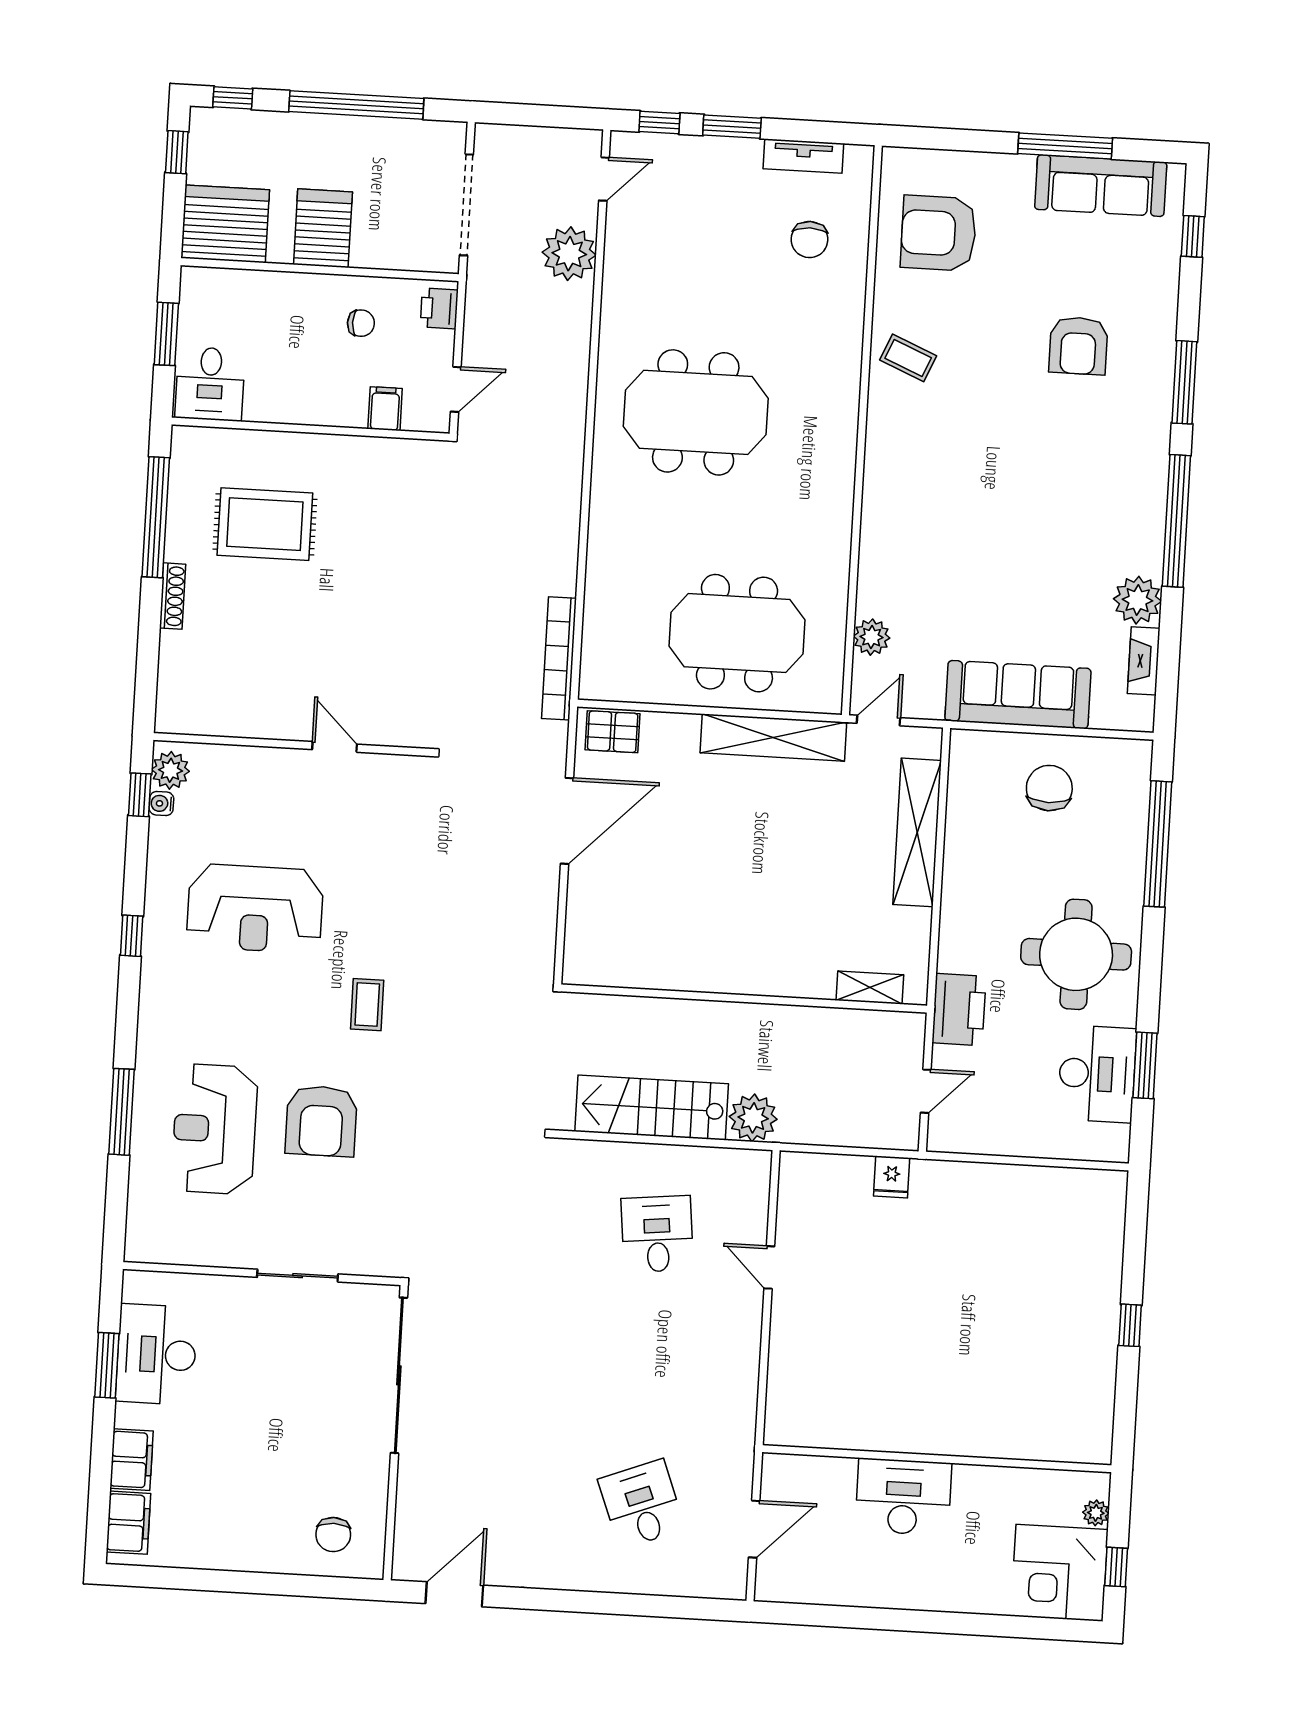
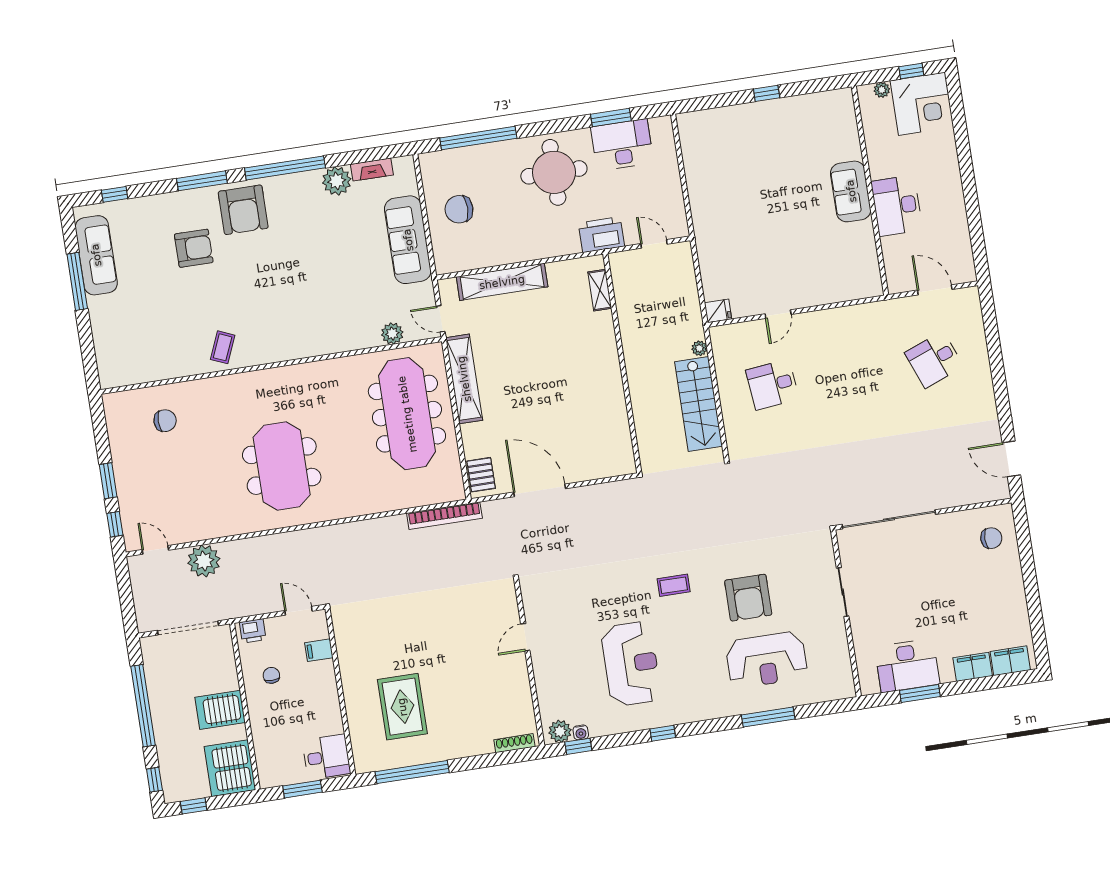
tv unit: (803, 156) -> (116, 435), removed
armchair: (939, 233) -> (243, 210), moved
shoe rack: (173, 596) -> (514, 743), moved
meeting table: (737, 633) -> (407, 414), width x1.36
plant: (753, 1118) -> (699, 348), width x0.53, depth x0.53
armchair: (321, 1121) -> (748, 598), turned 90
fridge: (892, 1177) -> (718, 311), moved
sofa: (942, 1427) -> (851, 191), added

